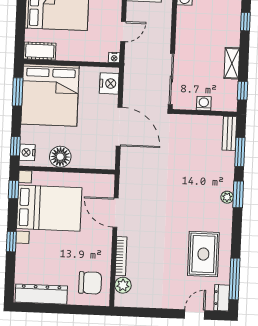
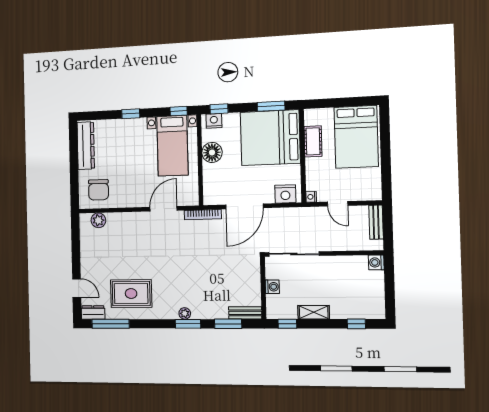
cot: (40, 51) -> (313, 141), moved
bed with nightstands: (49, 208) -> (172, 146), width x0.73
bookcase: (121, 256) -> (203, 215), moved

